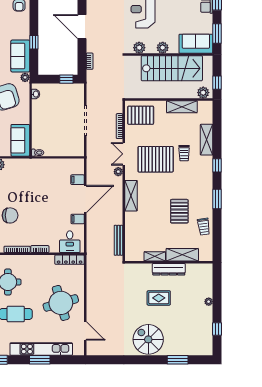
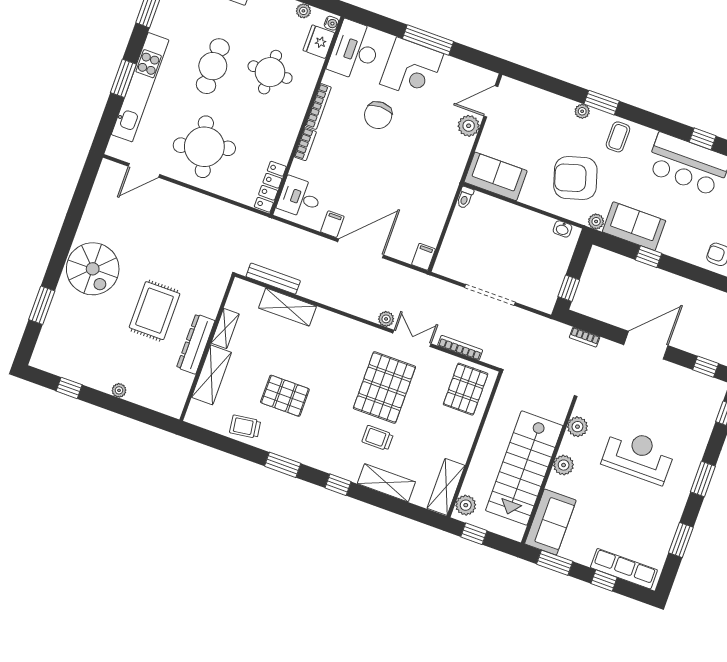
shelving: (182, 107) -> (446, 487), moved
filing cabinet: (78, 180) -> (423, 257), moved
shelving: (131, 196) -> (287, 307), moved
door: (85, 199) -> (361, 248), swing flipped
rug: (159, 298) -> (155, 311), width x1.36, depth x1.43
spiral stairs: (148, 339) -> (93, 269), turned 90

